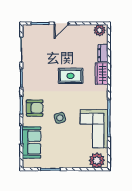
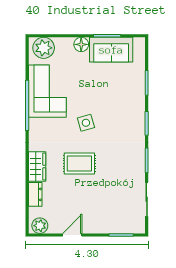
door: (61, 23) -> (72, 235), moved
armchair: (35, 108) -> (128, 119), removed
side table: (60, 118) -> (86, 123), moved
sofa: (32, 142) -> (111, 50), moved, turned -90
floor lamp: (69, 163) -> (81, 44), added

